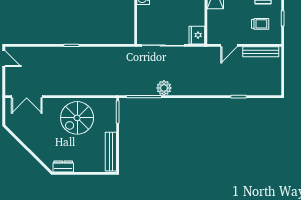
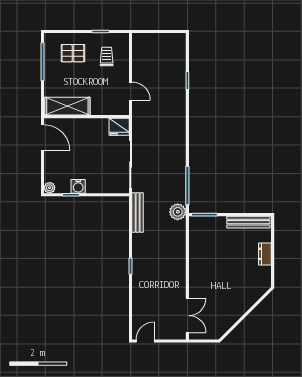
bench: (261, 52) -> (138, 213), moved
plant: (164, 88) -> (178, 212), moved
spiral stairs: (77, 118) -> (211, 260), removed
dresser: (63, 166) -> (265, 254), moved

